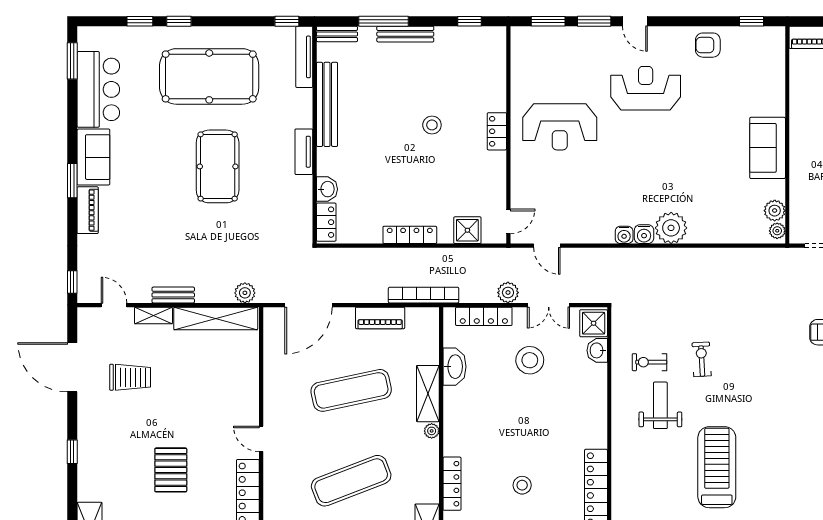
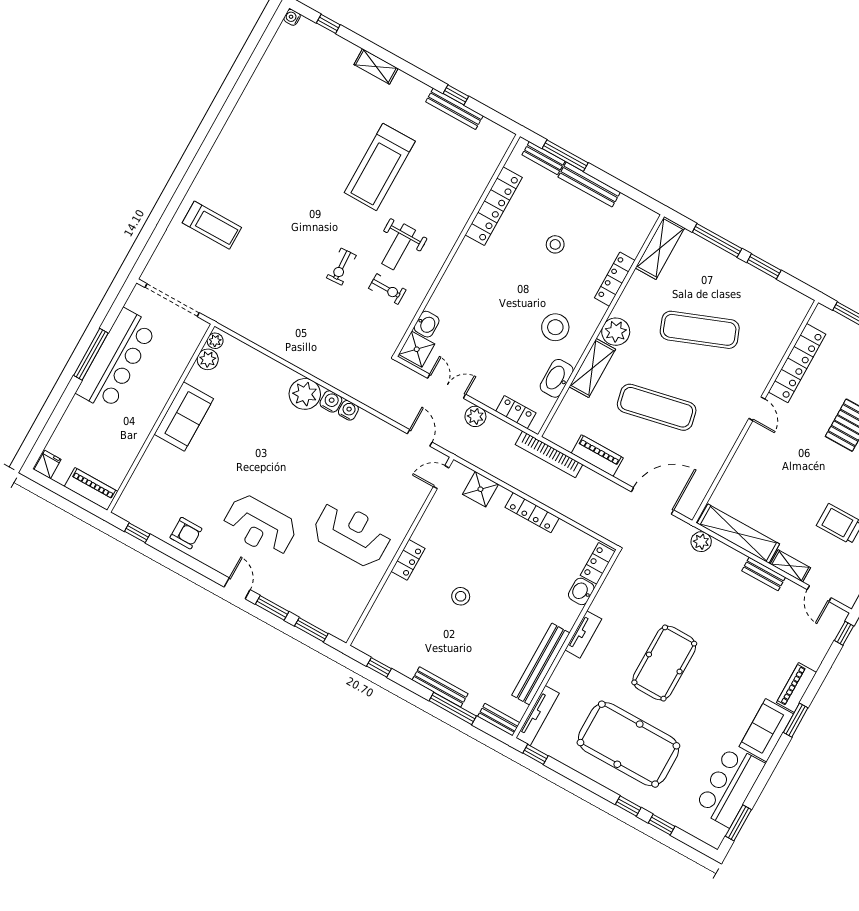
locker: (484, 316) -> (516, 412), width x0.66
stool: (530, 360) -> (555, 327), moved
plant: (432, 431) -> (616, 332), width x1.87, depth x1.87

